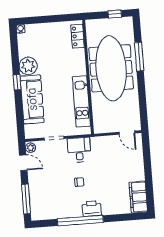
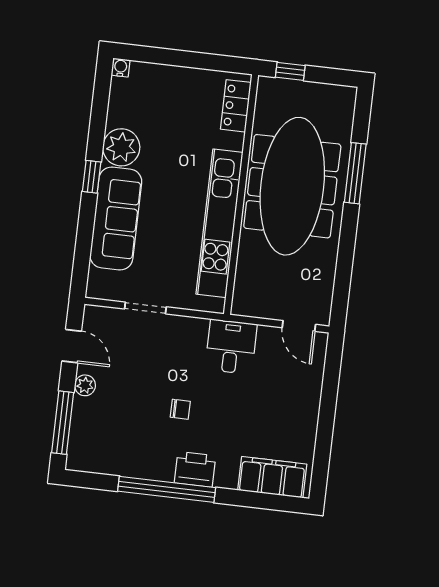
window: (115, 14) -> (290, 71), moved
kitchen unit: (81, 101) -> (219, 223), width x1.36
plant: (31, 148) -> (85, 385), moved
desk: (79, 150) -> (231, 347), moved
filing cabinet: (138, 197) -> (272, 477), moved, turned 90

